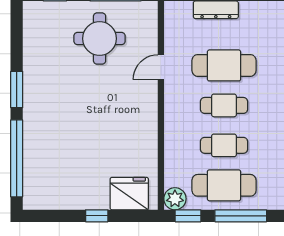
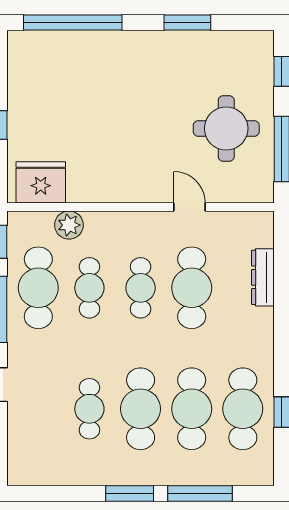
window: (17, 89) -> (187, 22), moved
fridge: (129, 194) -> (41, 182), moved, turned -90
plant: (175, 199) -> (69, 225), moved

